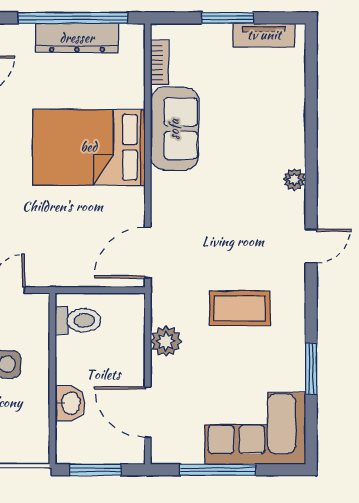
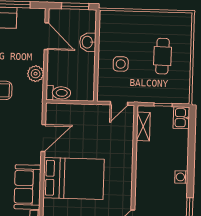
door: (148, 253) -> (43, 138), moved
toilet: (78, 320) -> (58, 93), moved, turned 180

